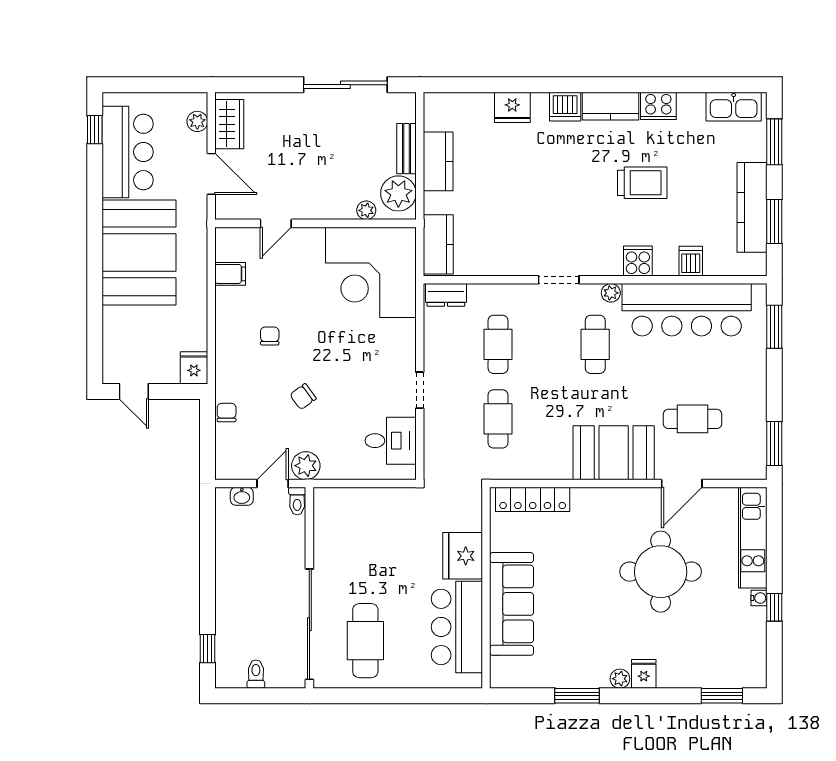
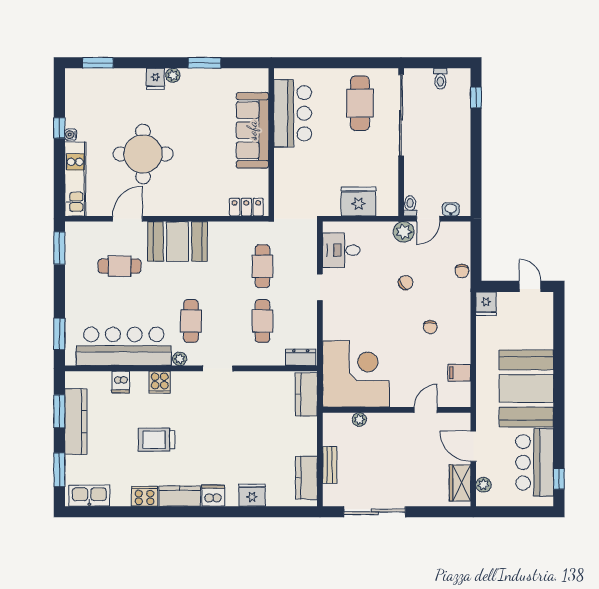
kitchen counter: (438, 161) -> (306, 478), moved
plant: (398, 193) -> (336, 432), removed
locker: (533, 499) -> (246, 207), width x0.66
fridge: (463, 556) -> (359, 202), moved, turned -90

